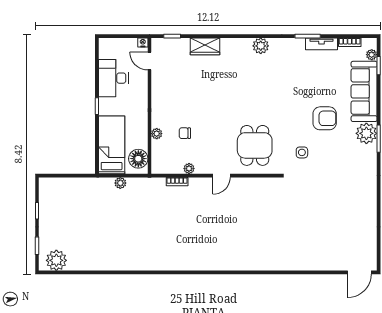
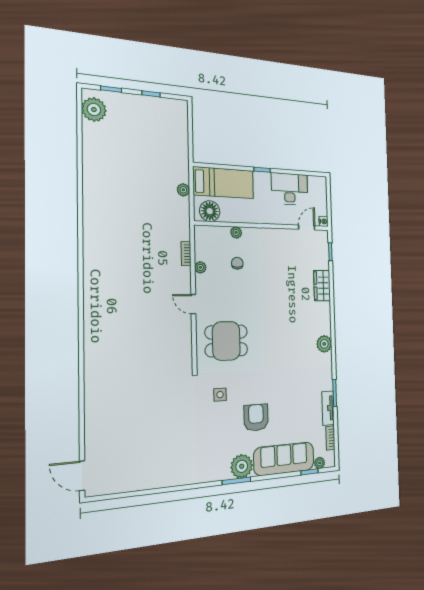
armchair: (325, 118) -> (256, 418), turned 180

